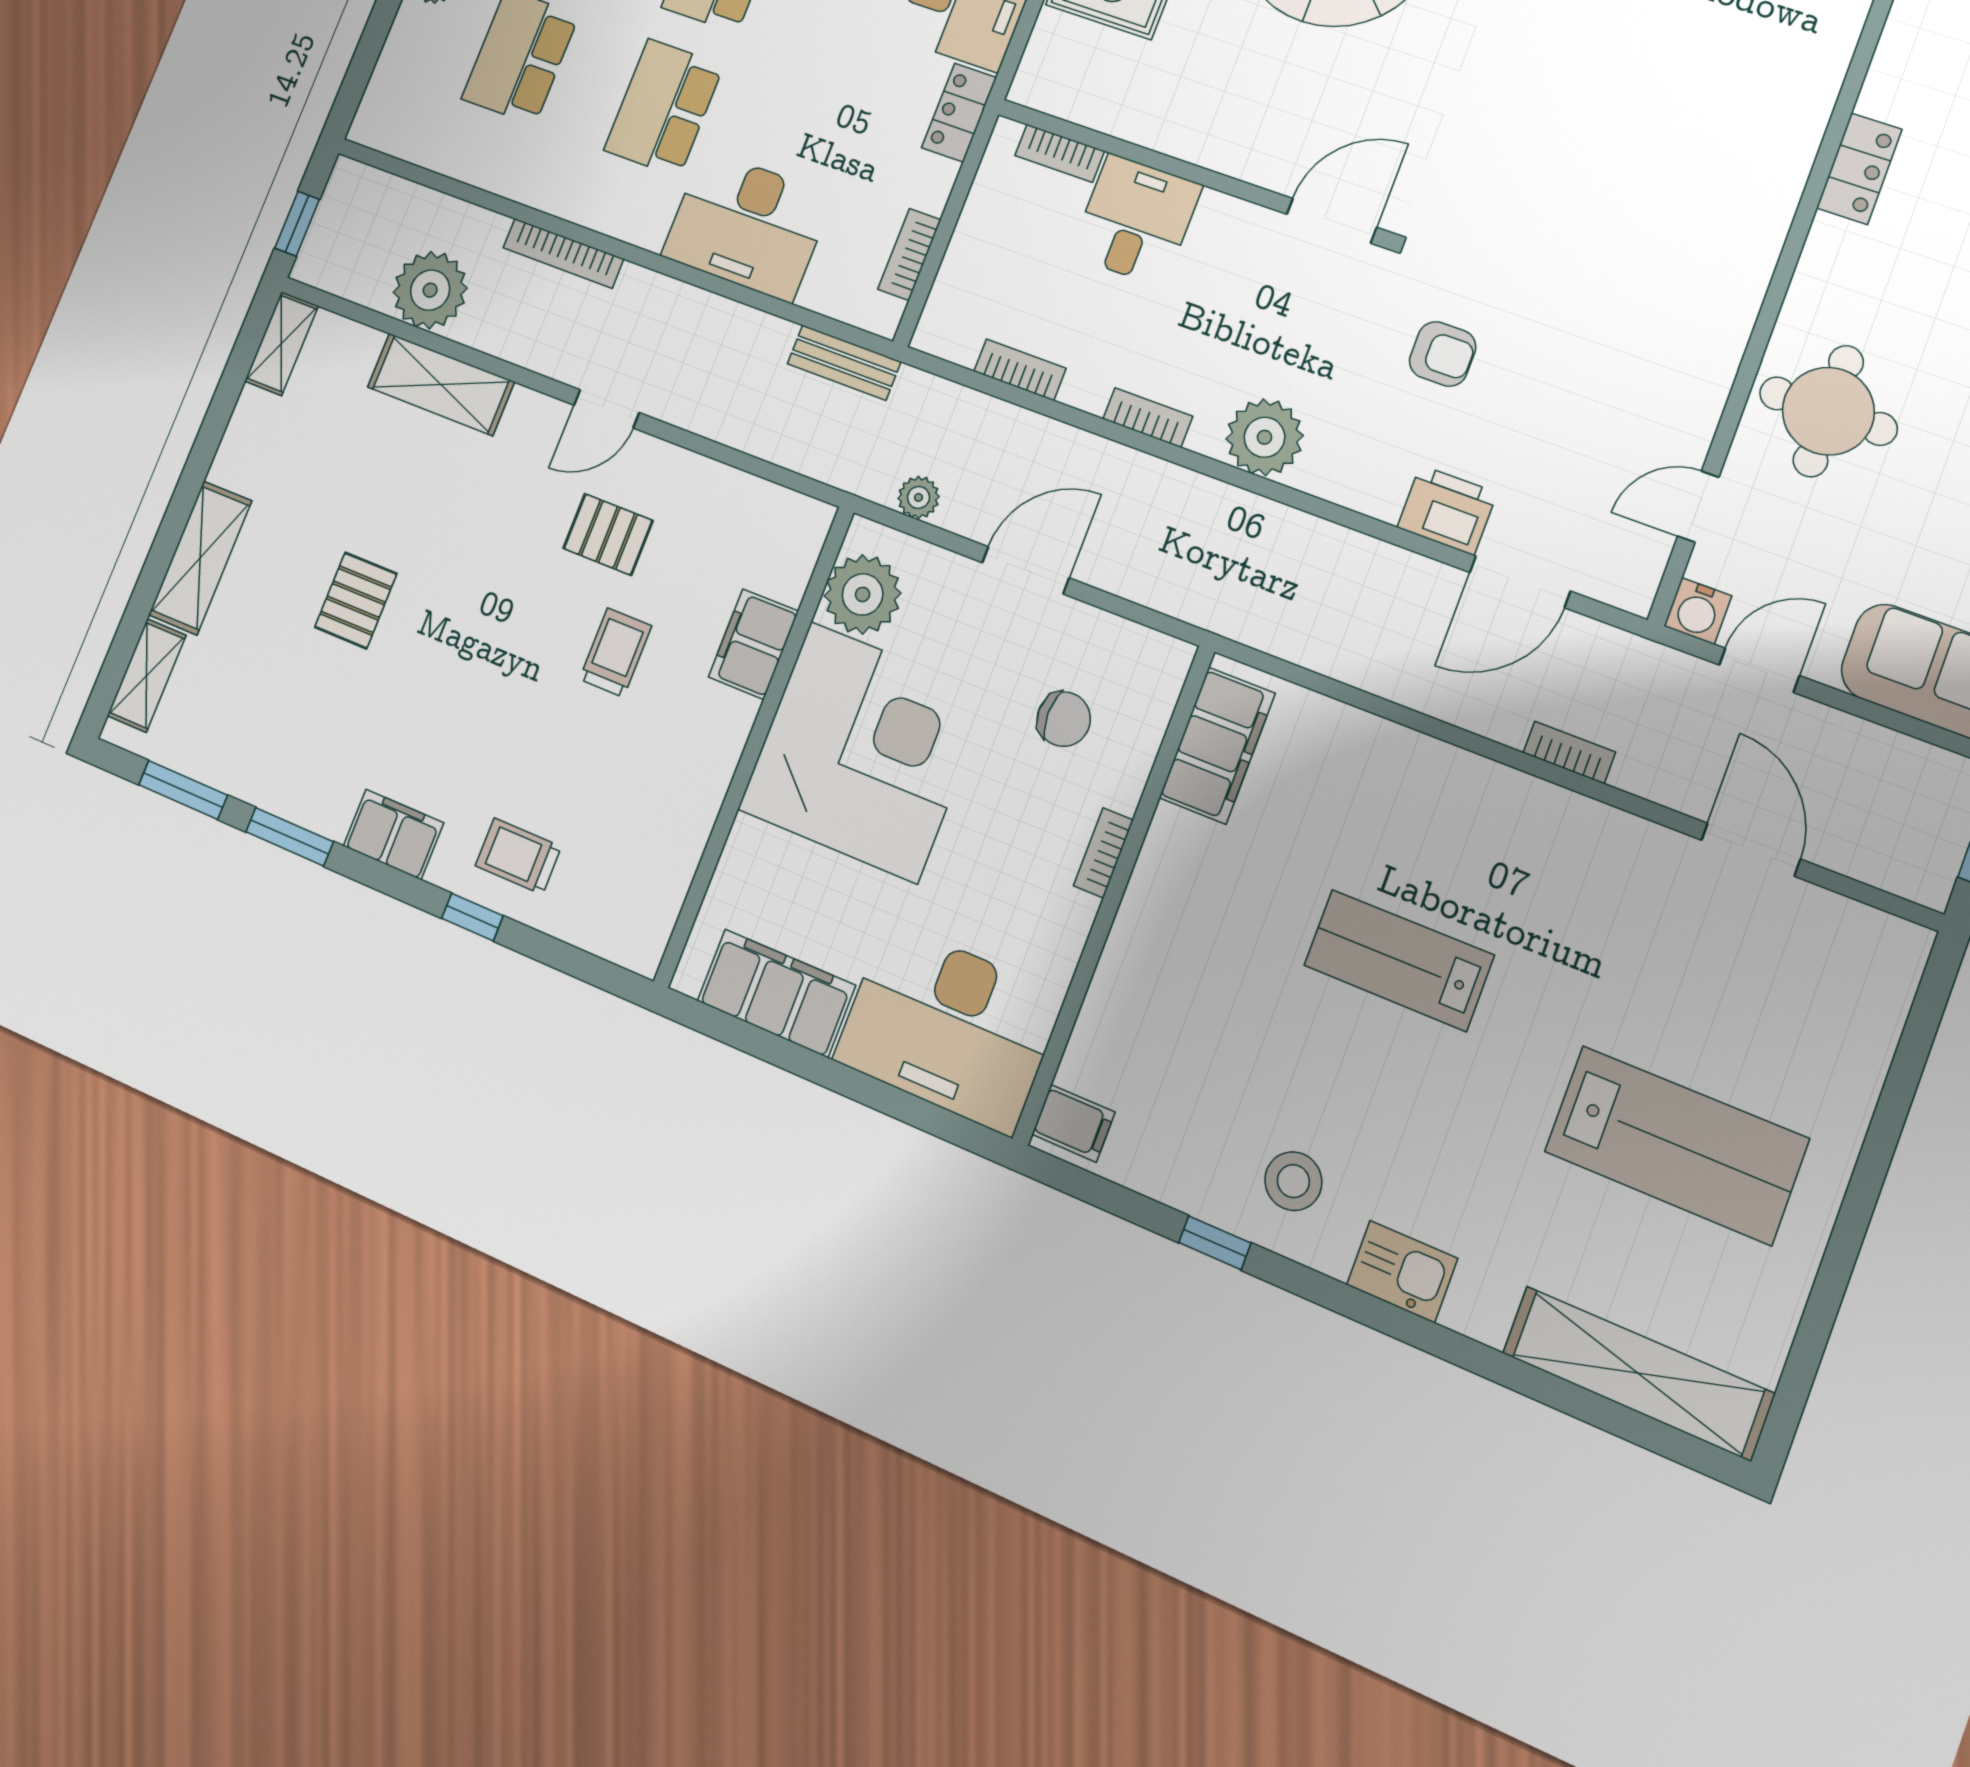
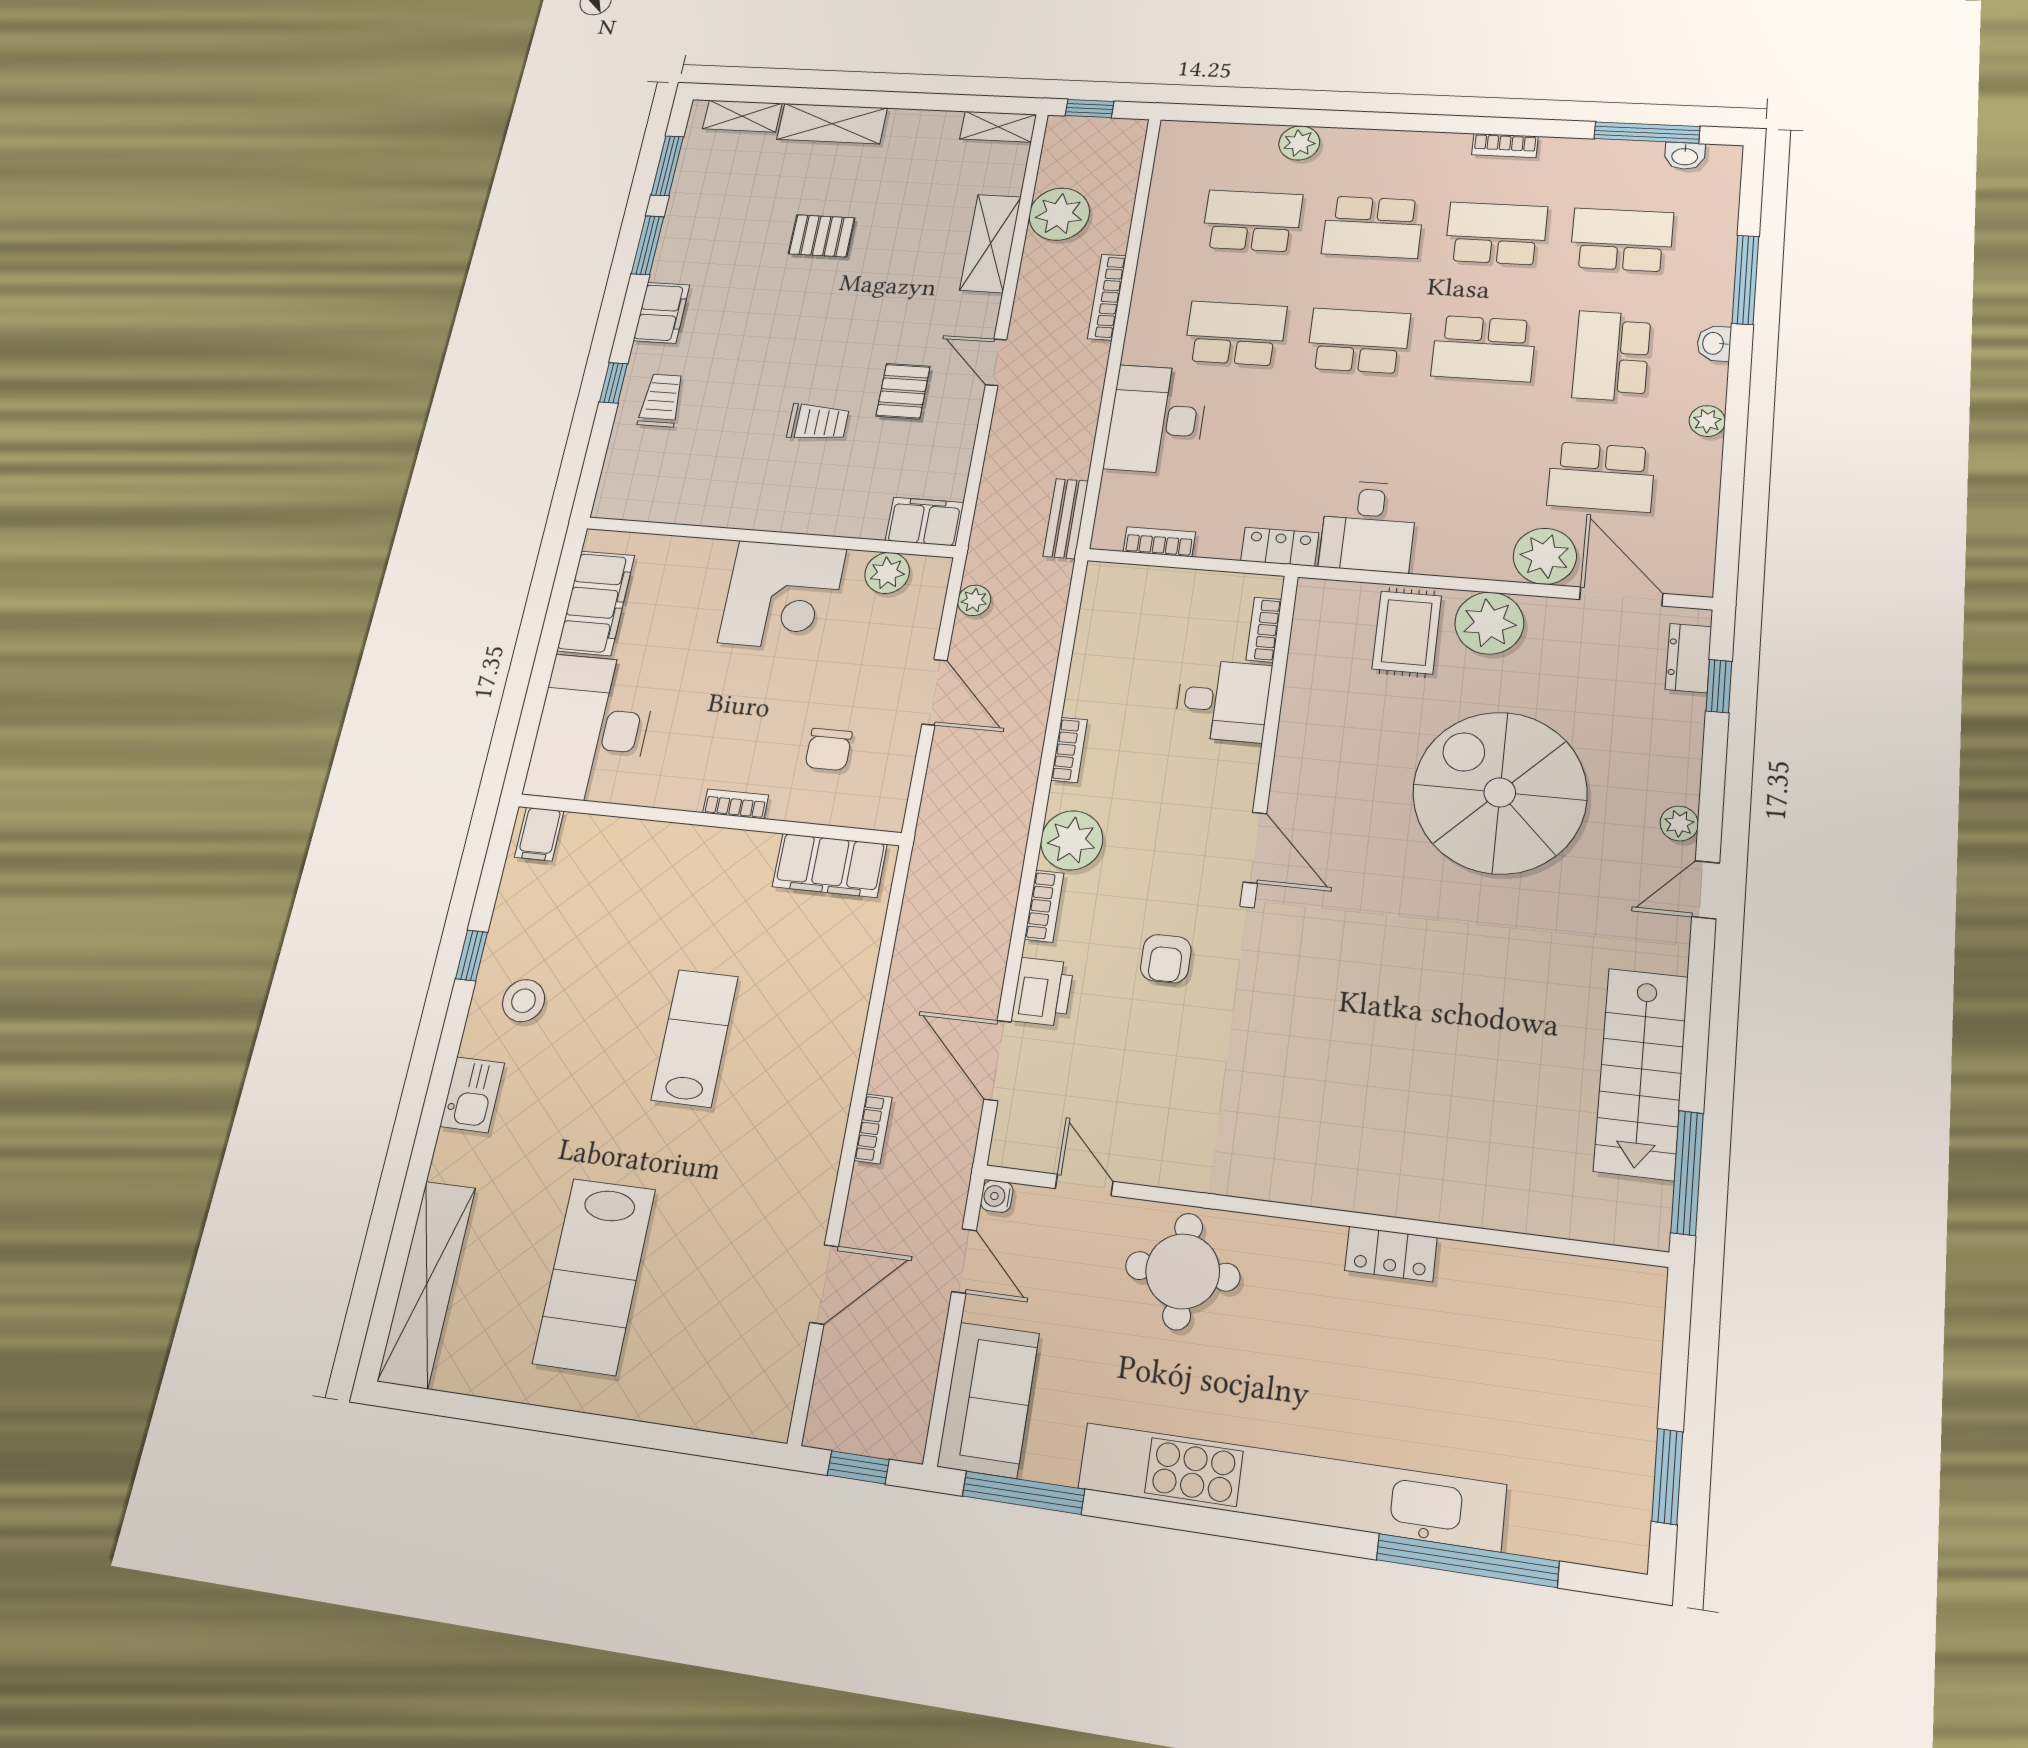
bookcase: (1020, 370) -> (1044, 906), moved
plant: (863, 594) -> (887, 573), width x0.73, depth x0.73
water cooler: (1698, 611) -> (997, 1196), width x0.72, depth x0.72
filing cabinet: (753, 644) -> (925, 522), moved
corner desk: (864, 752) -> (782, 596), width x0.74, depth x0.74

